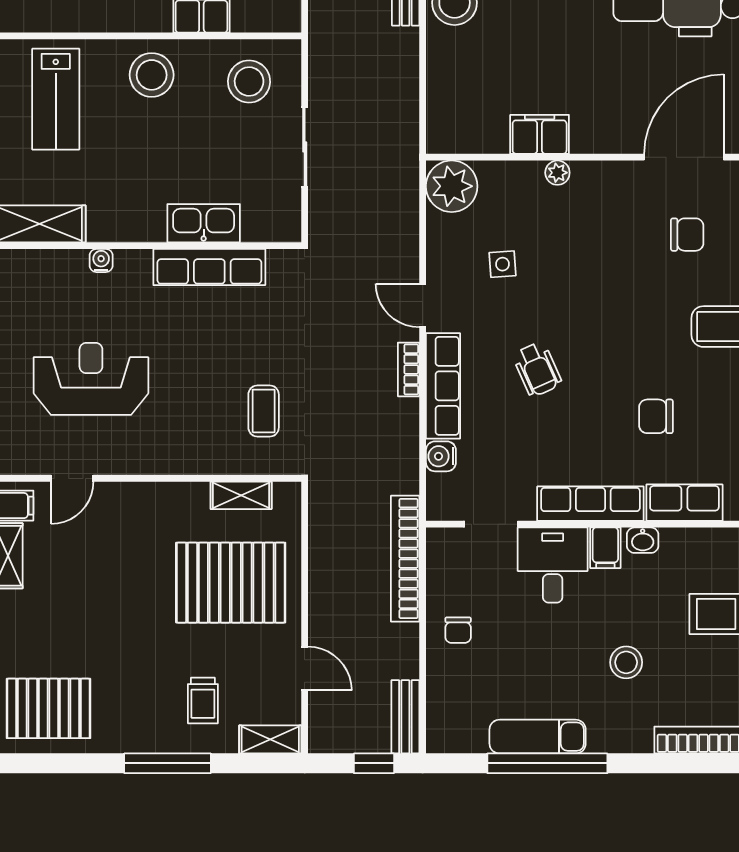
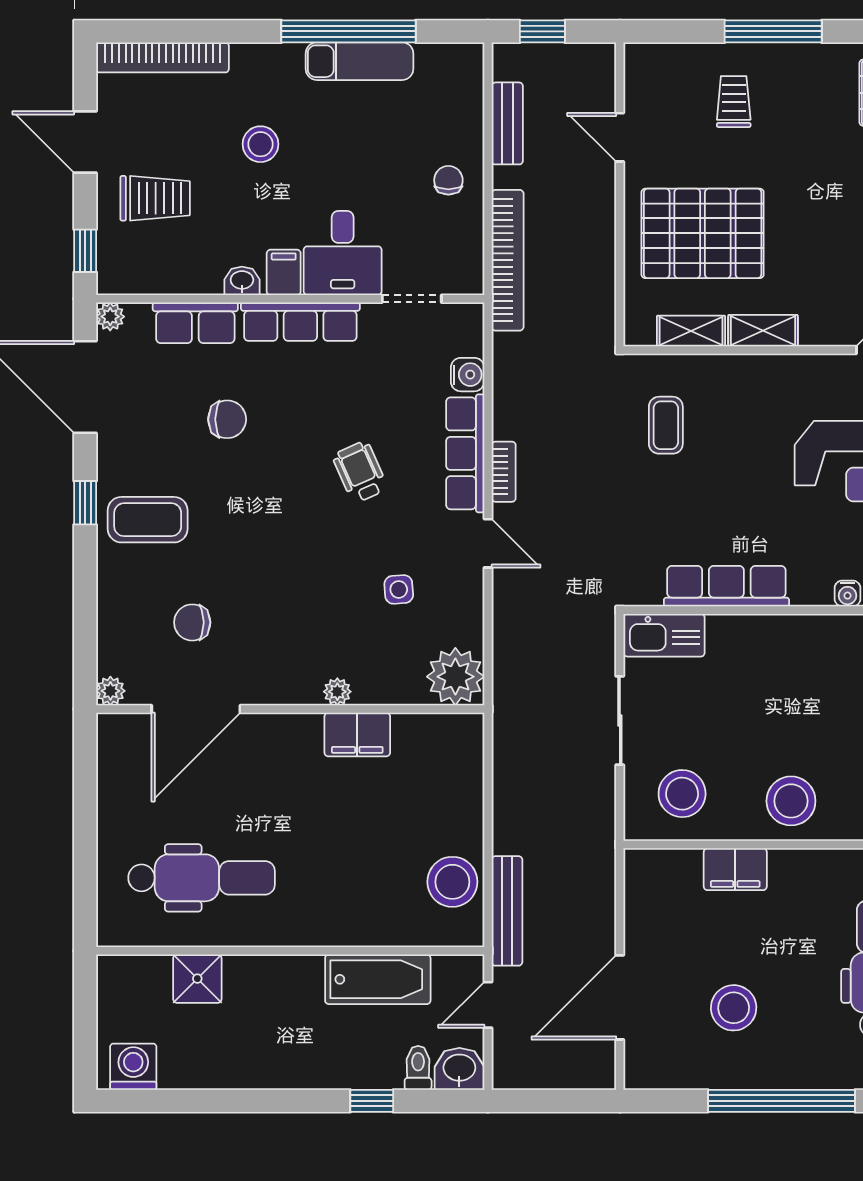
kitchen sink: (204, 223) -> (664, 635), moved
bench: (405, 717) -> (507, 123), moved
shelving: (270, 739) -> (763, 331), moved

